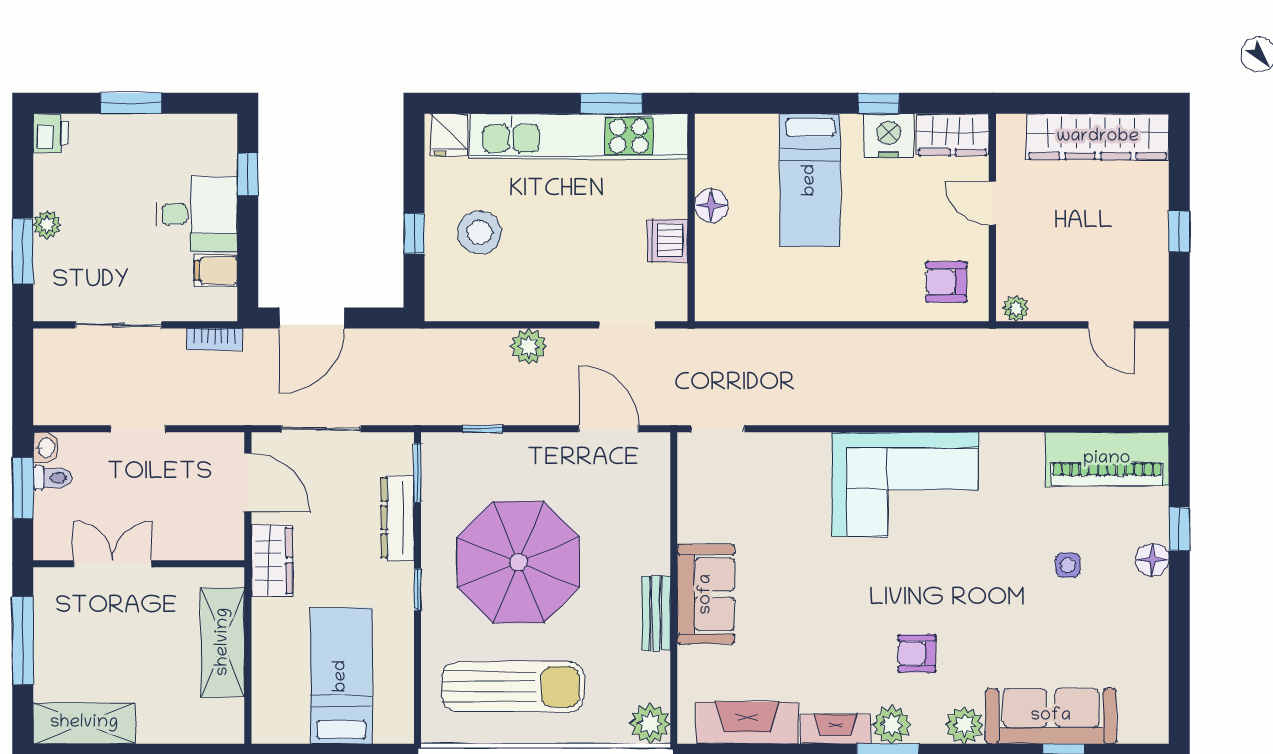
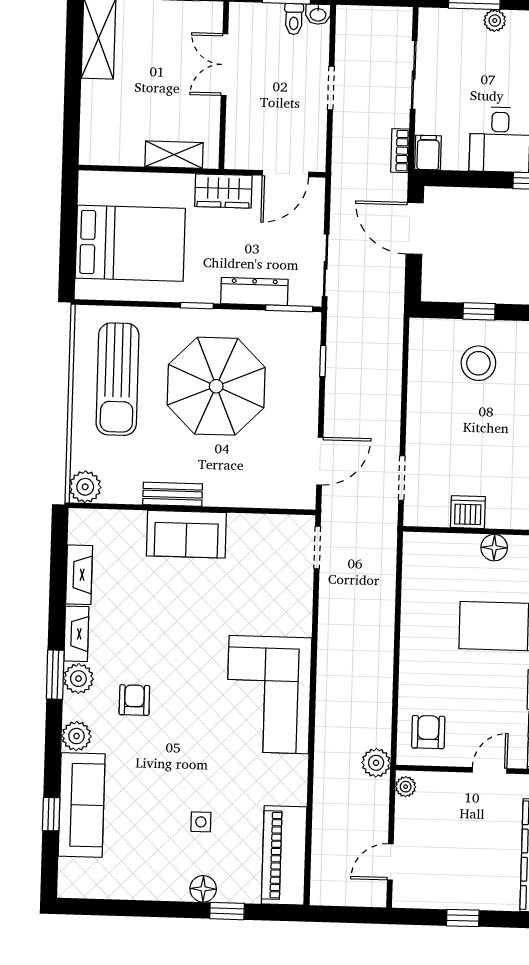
filing cabinet: (216, 271) -> (428, 153), moved
plant: (529, 347) -> (376, 763), moved
sliding door: (321, 429) -> (326, 265), moved
double door: (113, 564) -> (224, 65), swing flipped
shelving: (223, 642) -> (174, 155), width x0.67, depth x0.75
bed: (341, 676) -> (130, 243), width x1.50
fireplace: (747, 723) -> (79, 575), width x0.73, depth x0.76

